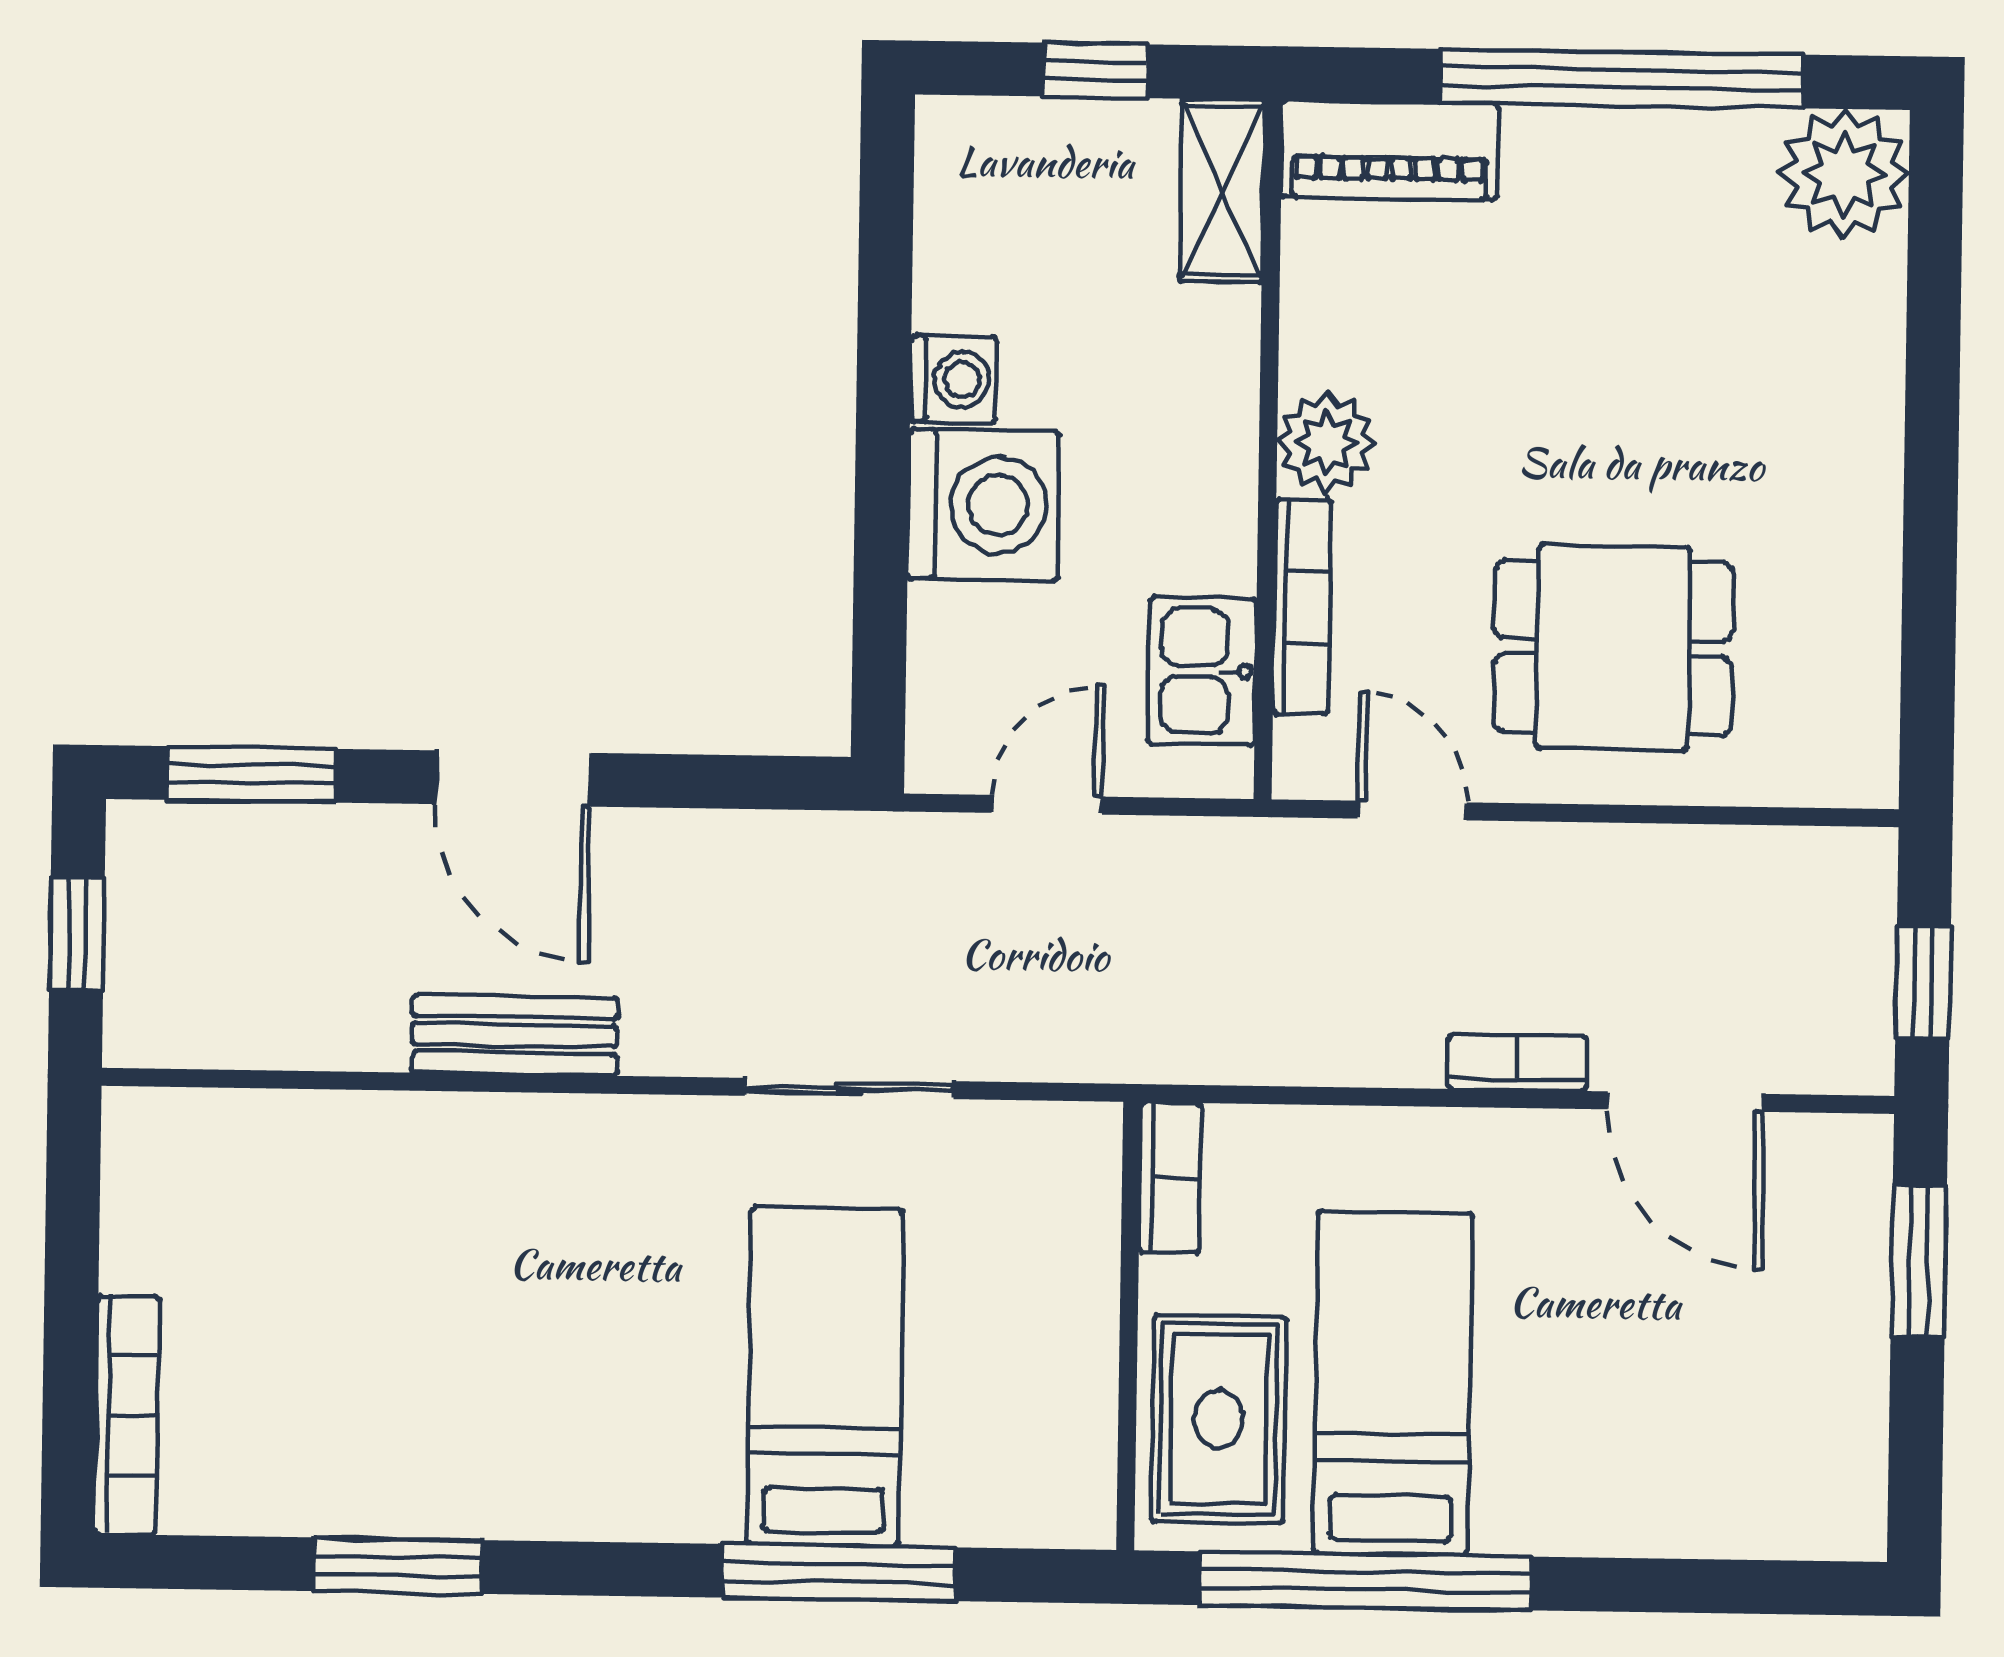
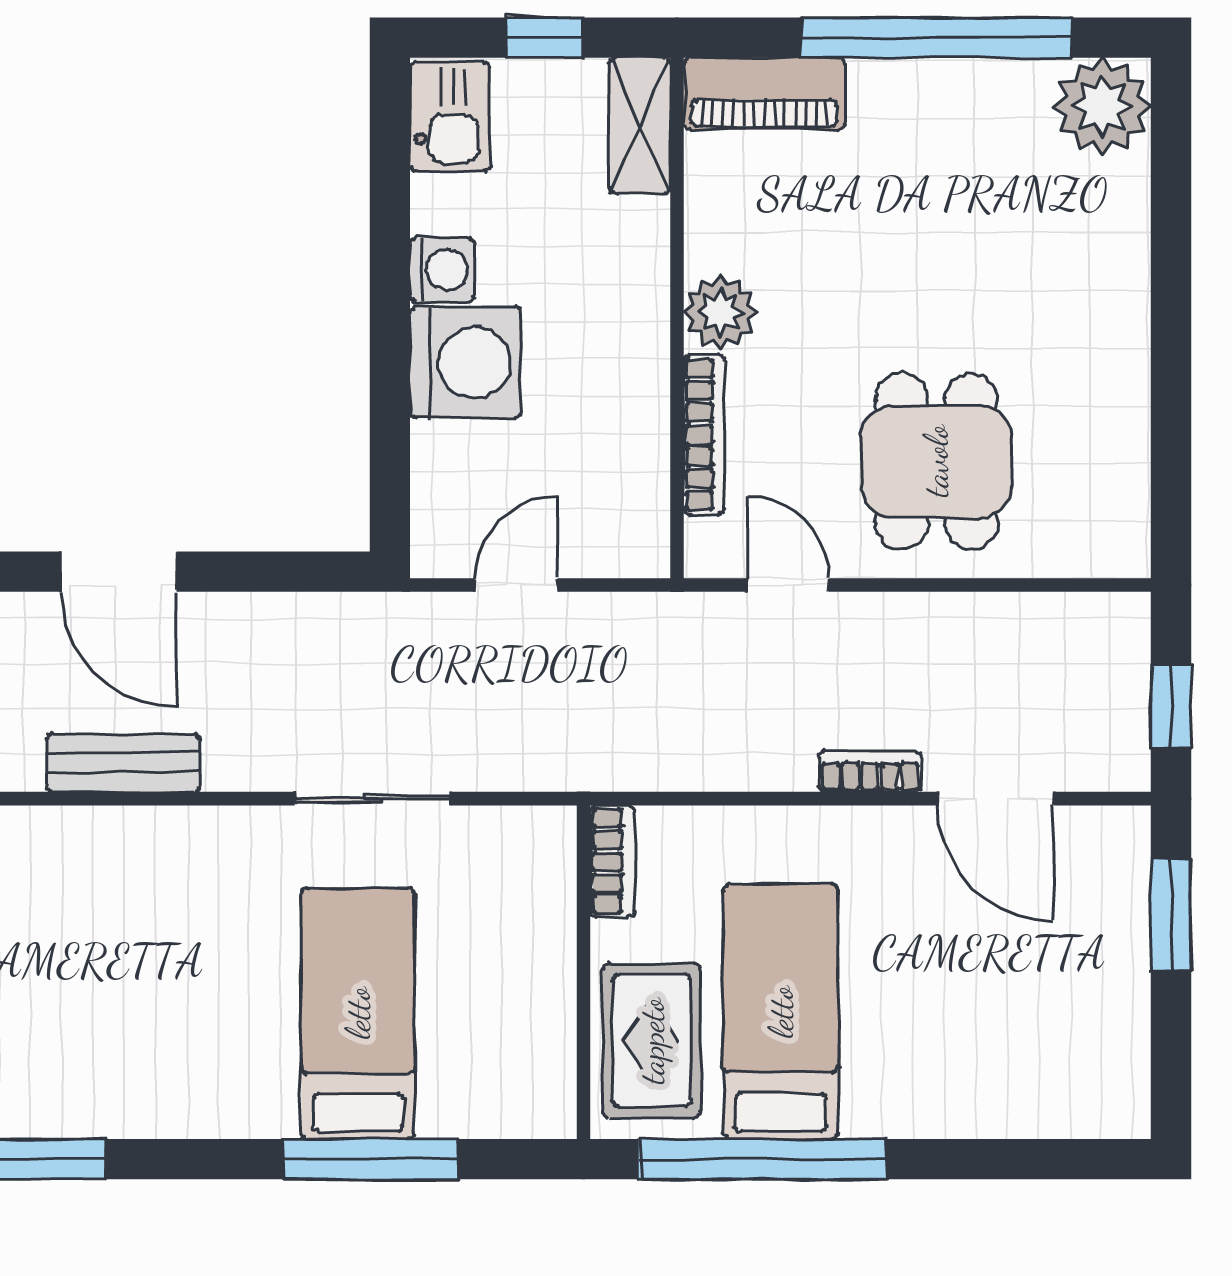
dining table: (1613, 648) -> (936, 461), turned 90
kitchen sink: (1202, 671) -> (450, 117), moved, turned 180

